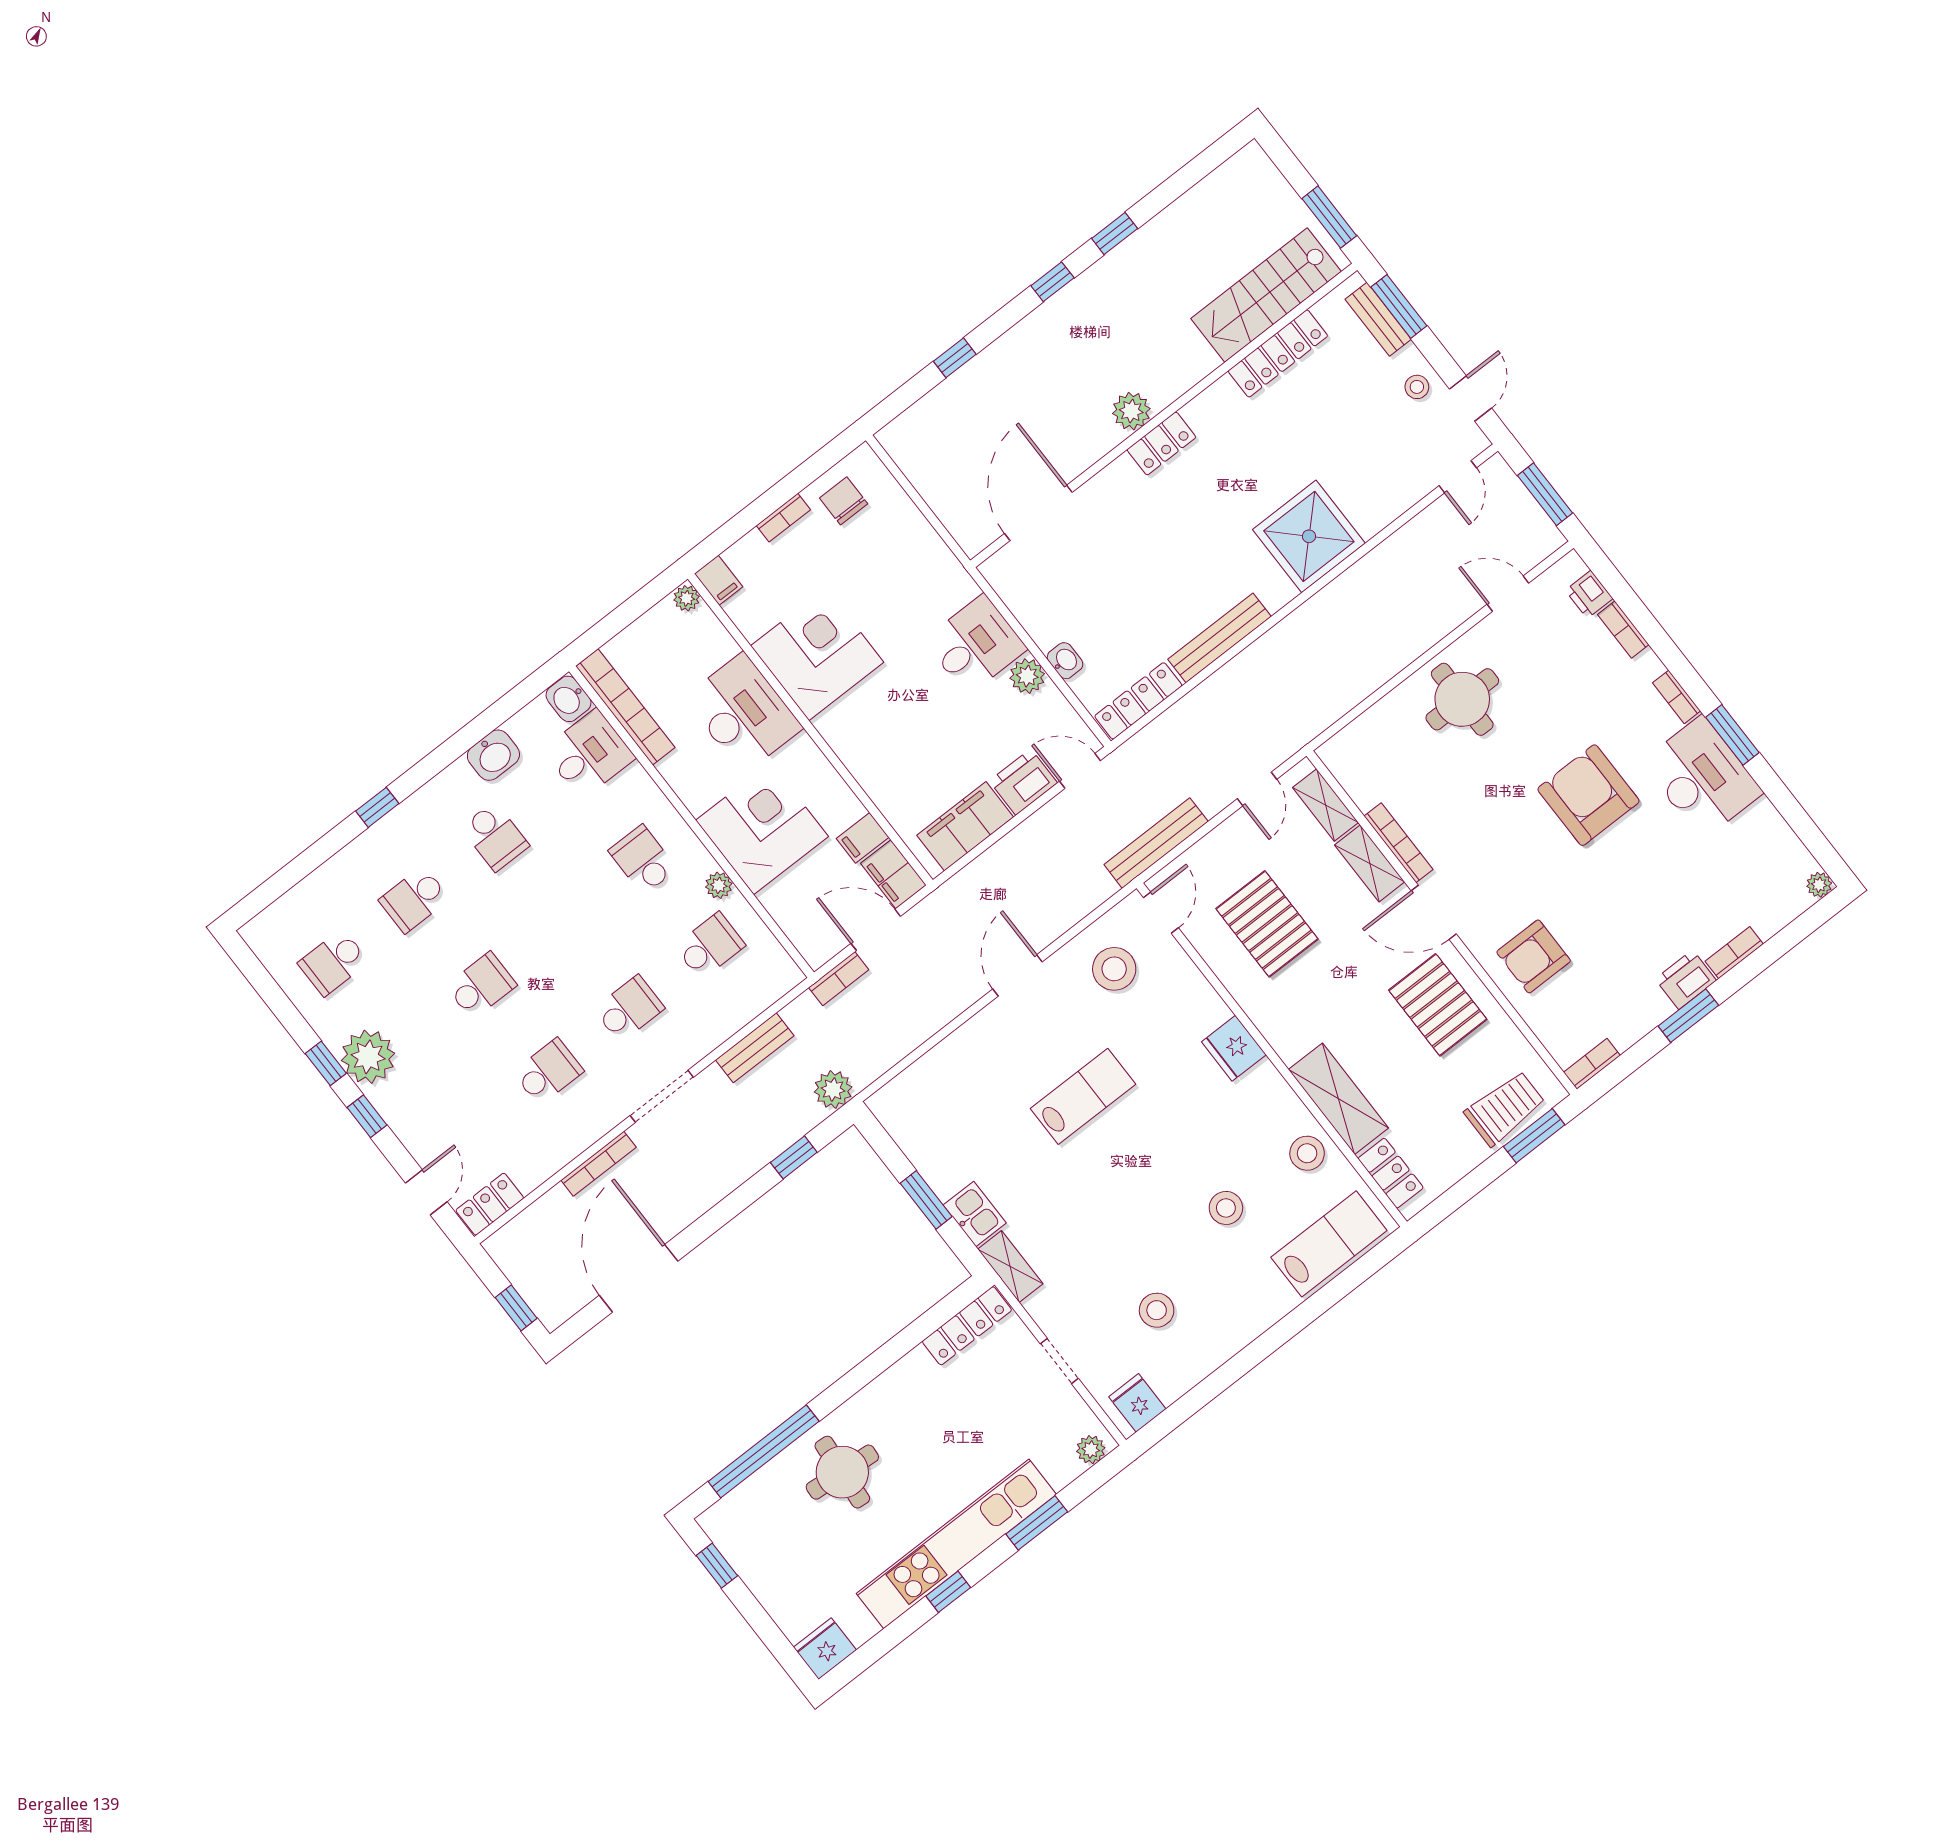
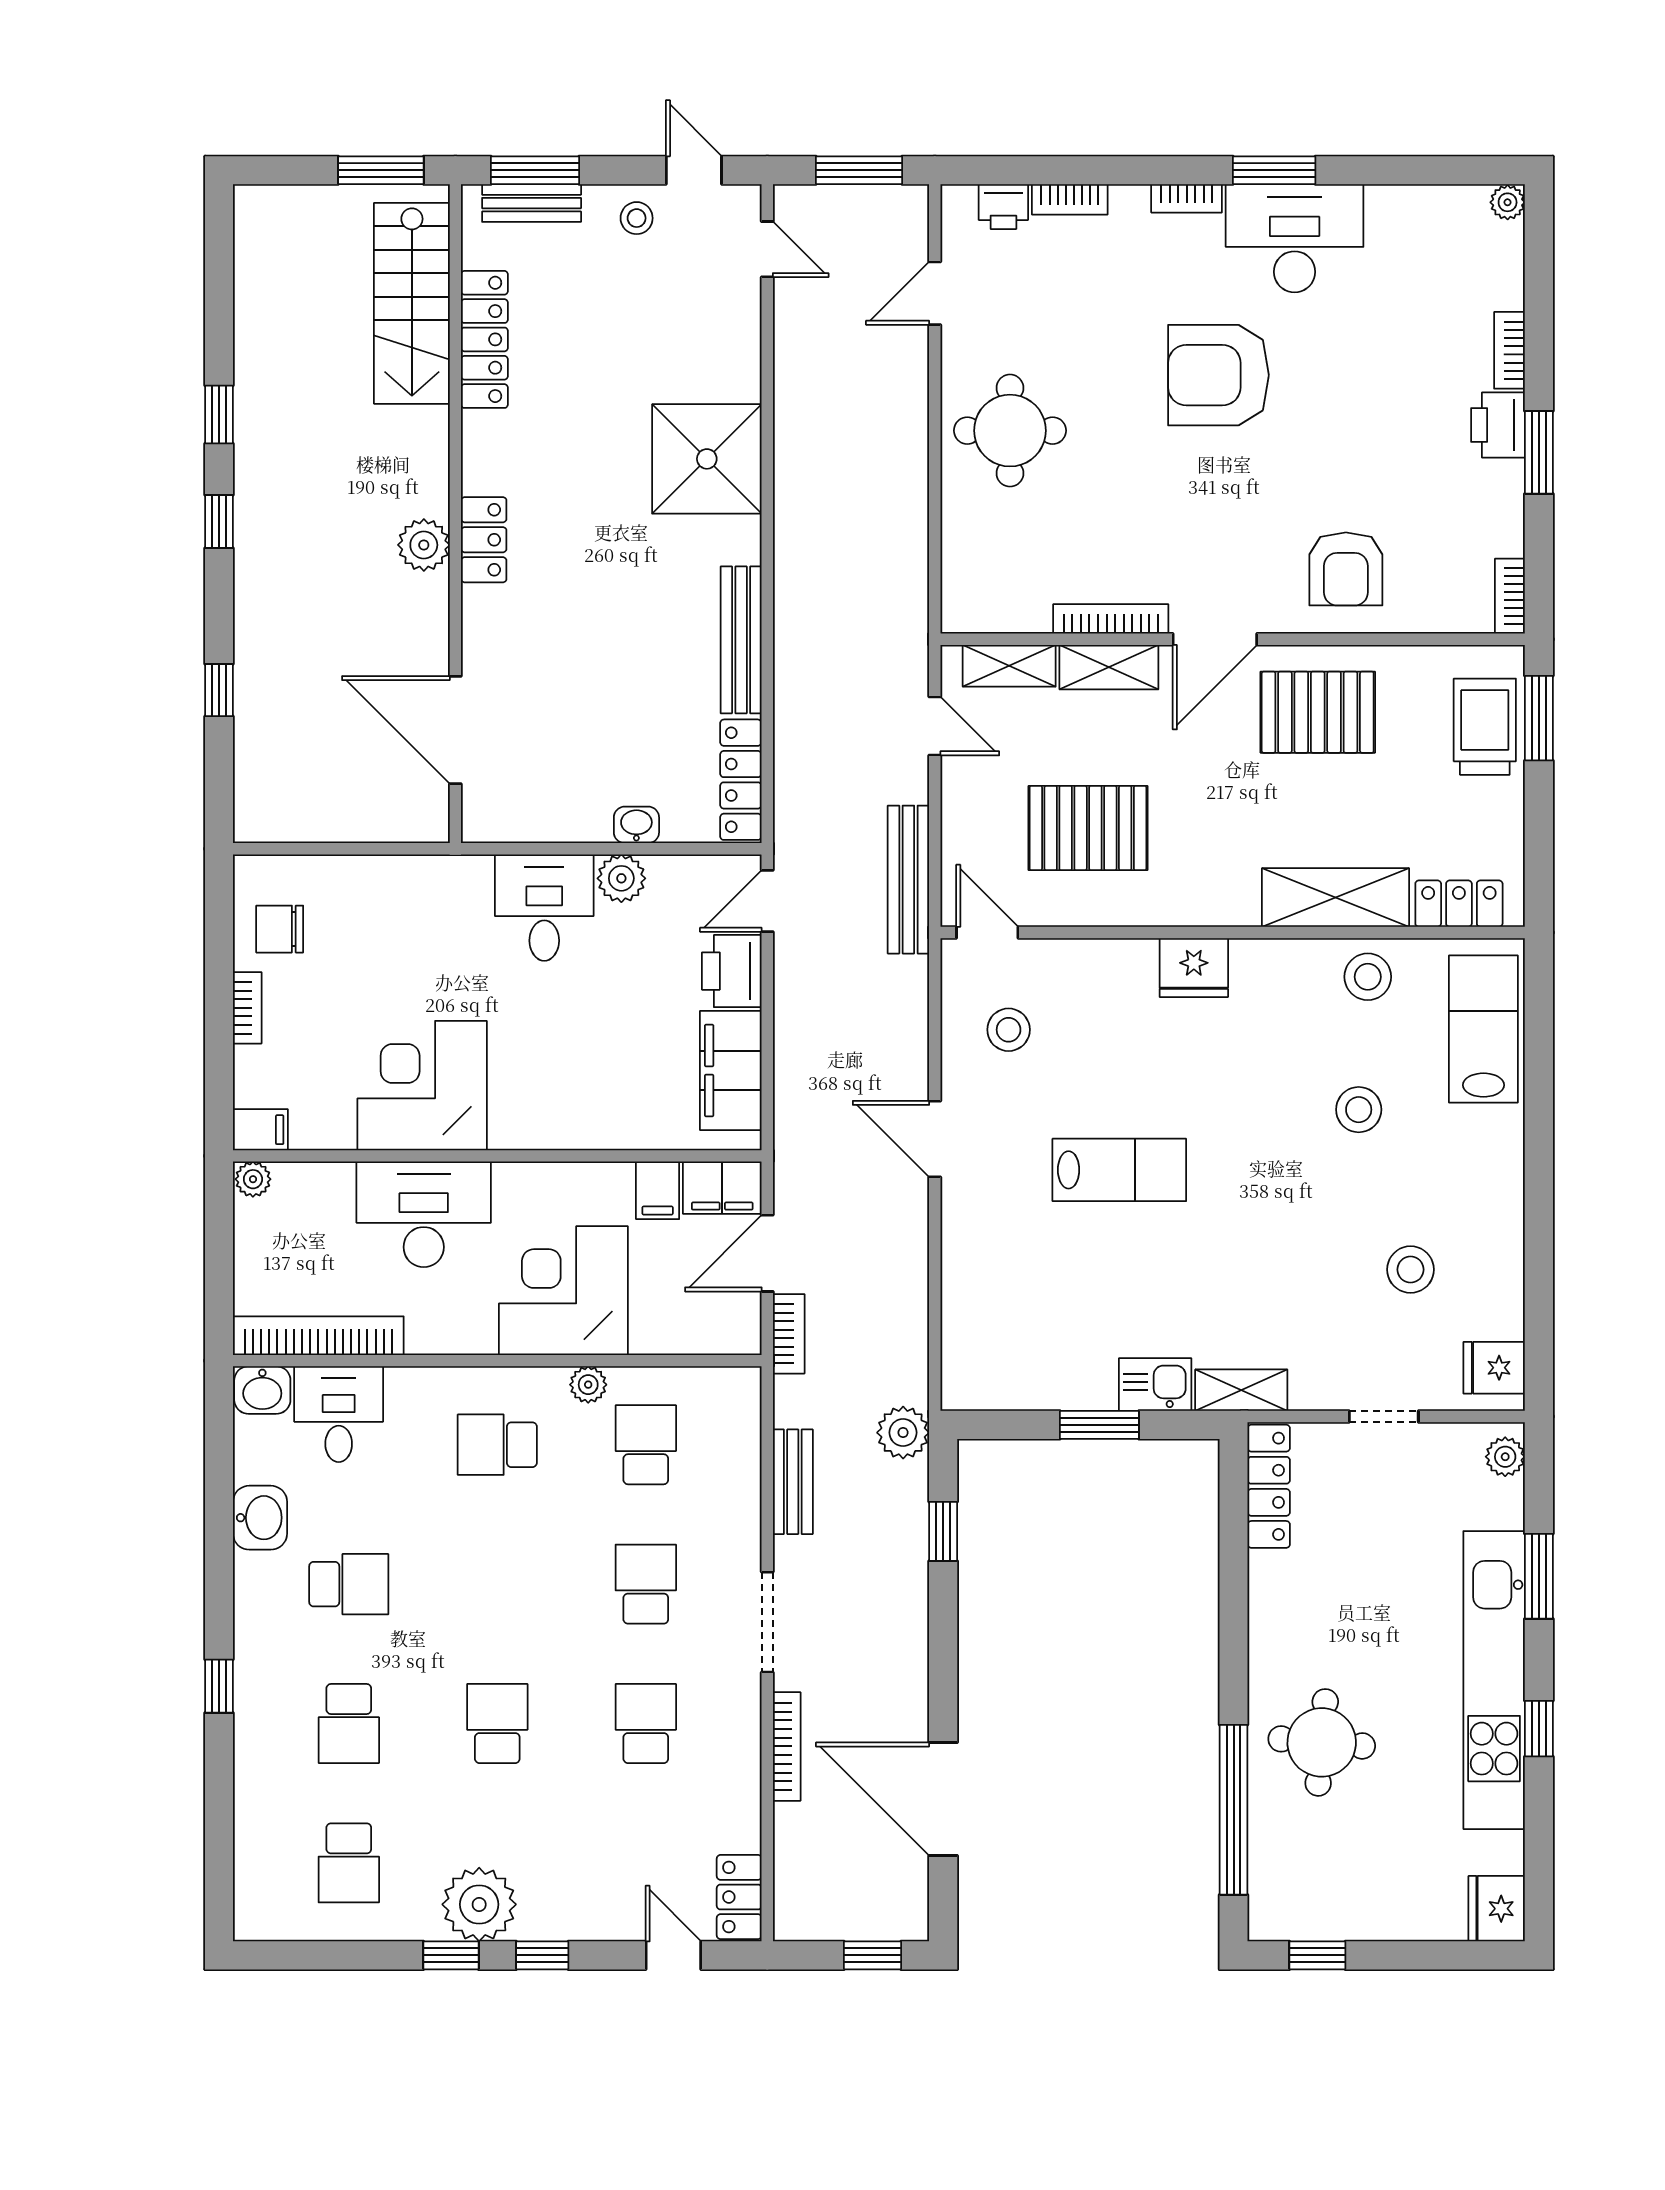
stool: (1114, 969) -> (1009, 1030), width x0.73, depth x0.73
lab bench: (1083, 1096) -> (1119, 1170), turned 90

